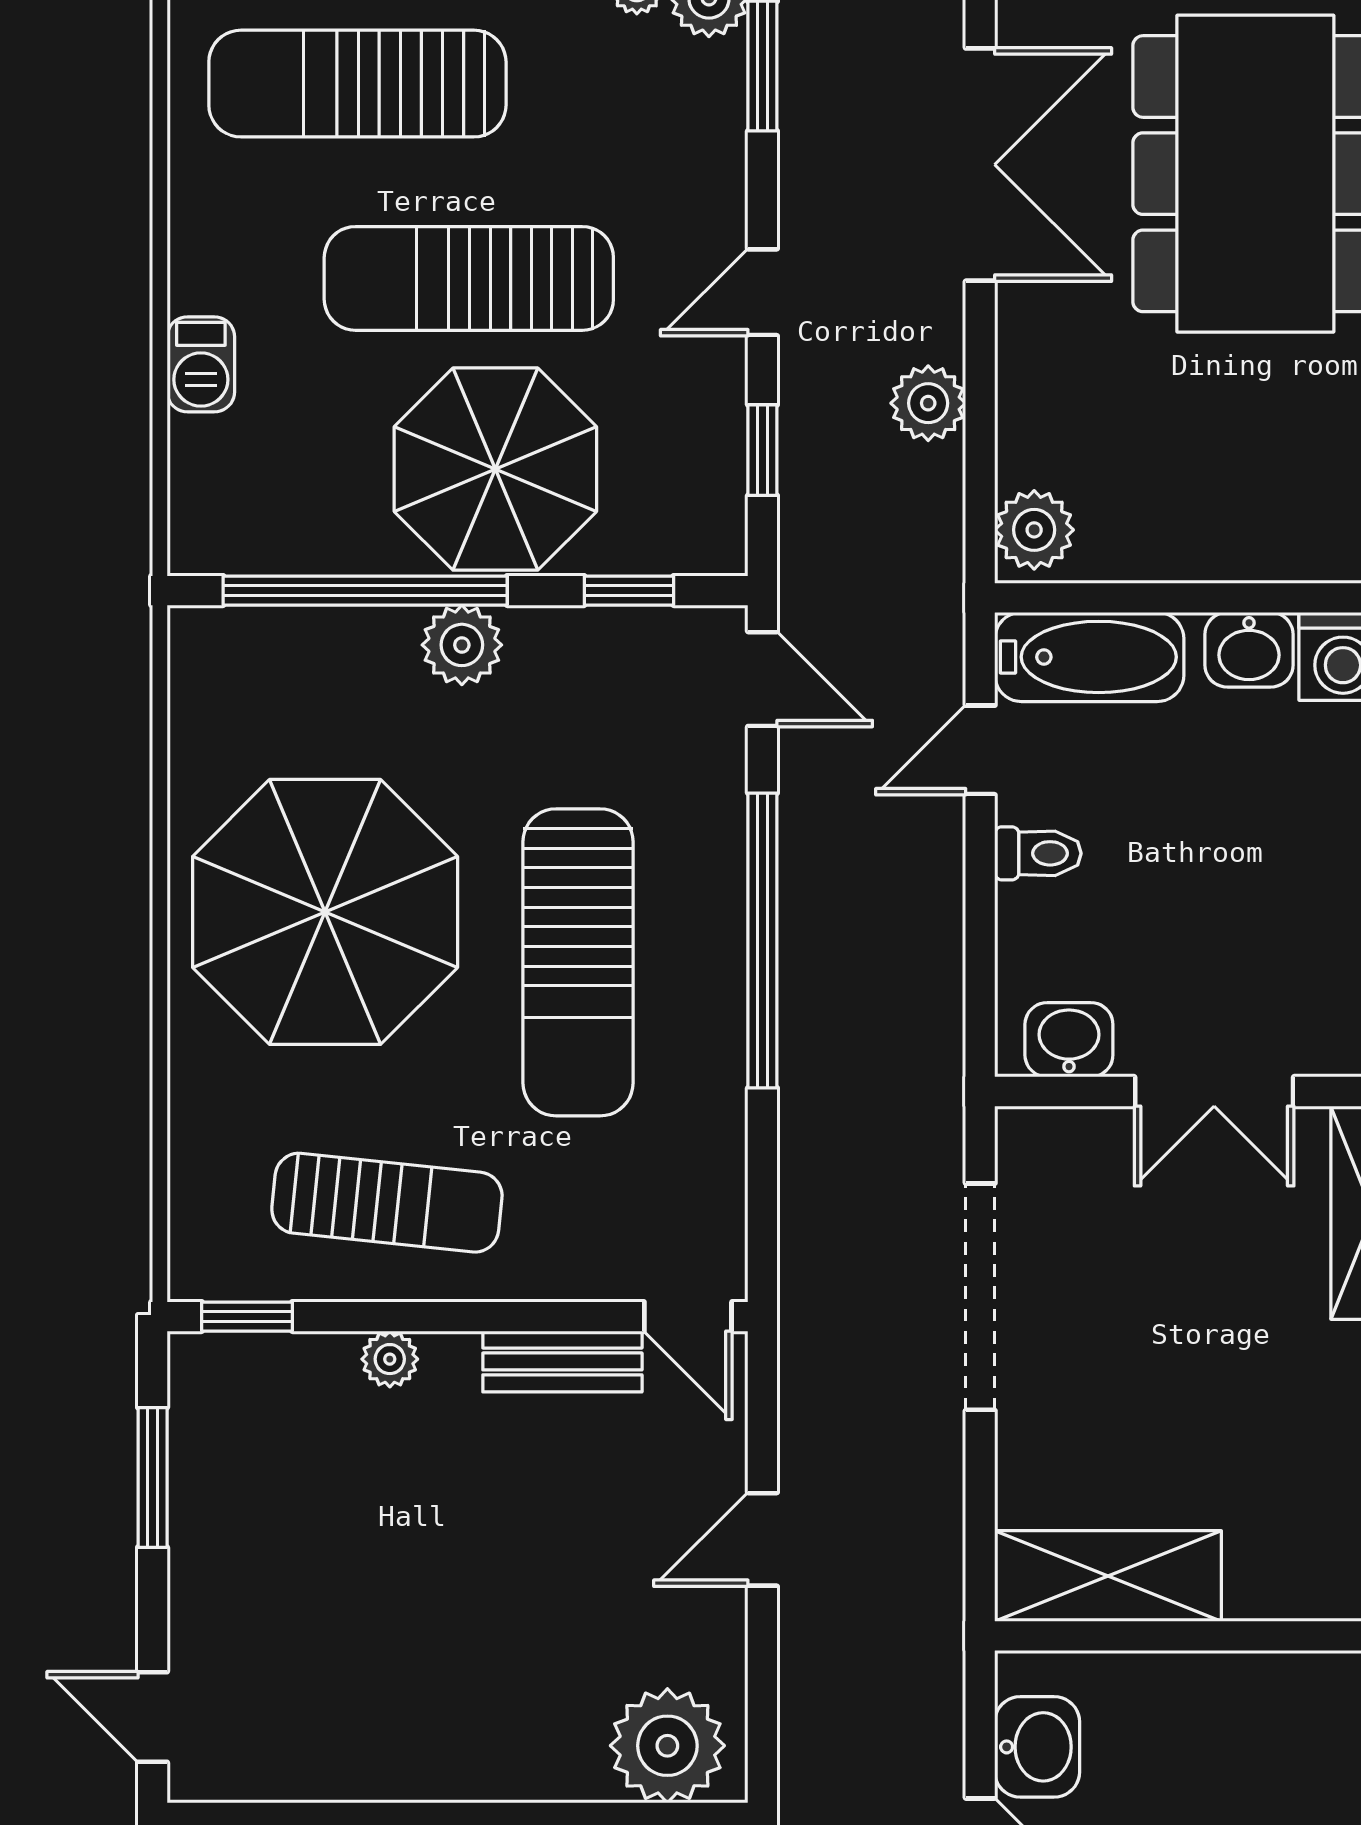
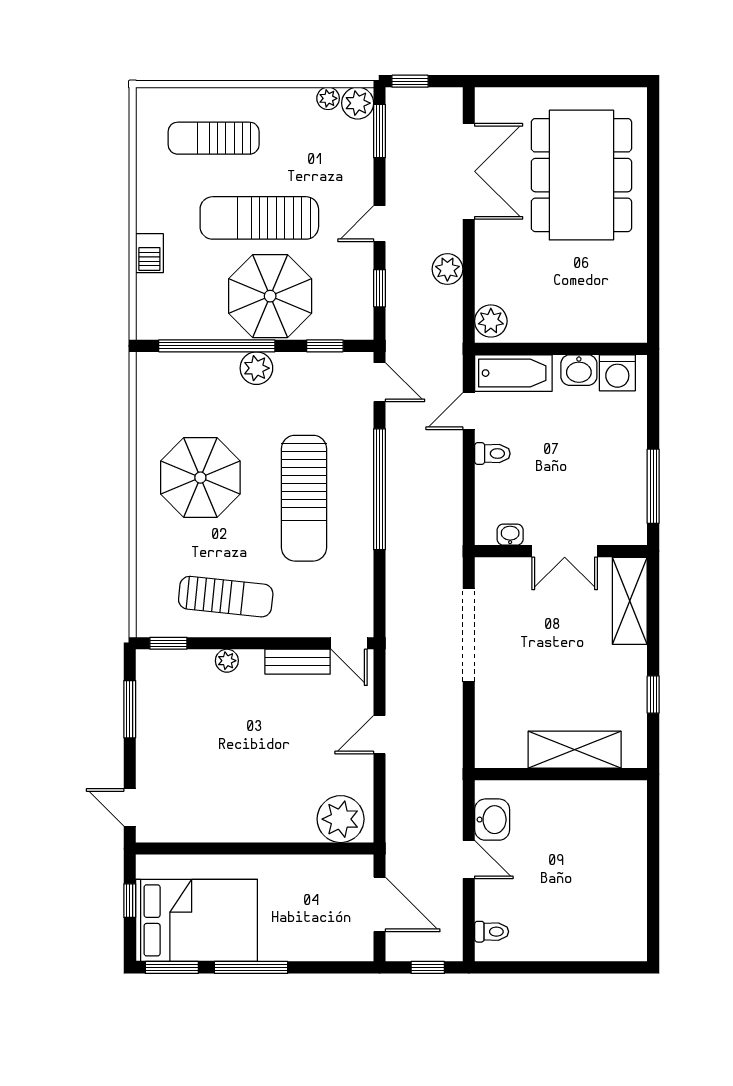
sun lounger: (357, 84) -> (214, 138), width x0.73, depth x0.75
parasol: (325, 912) -> (200, 478), width x0.73, depth x0.73
washbasin: (1069, 1040) -> (510, 535), width x0.72, depth x0.69
shelving: (1108, 1576) -> (575, 750), moved

